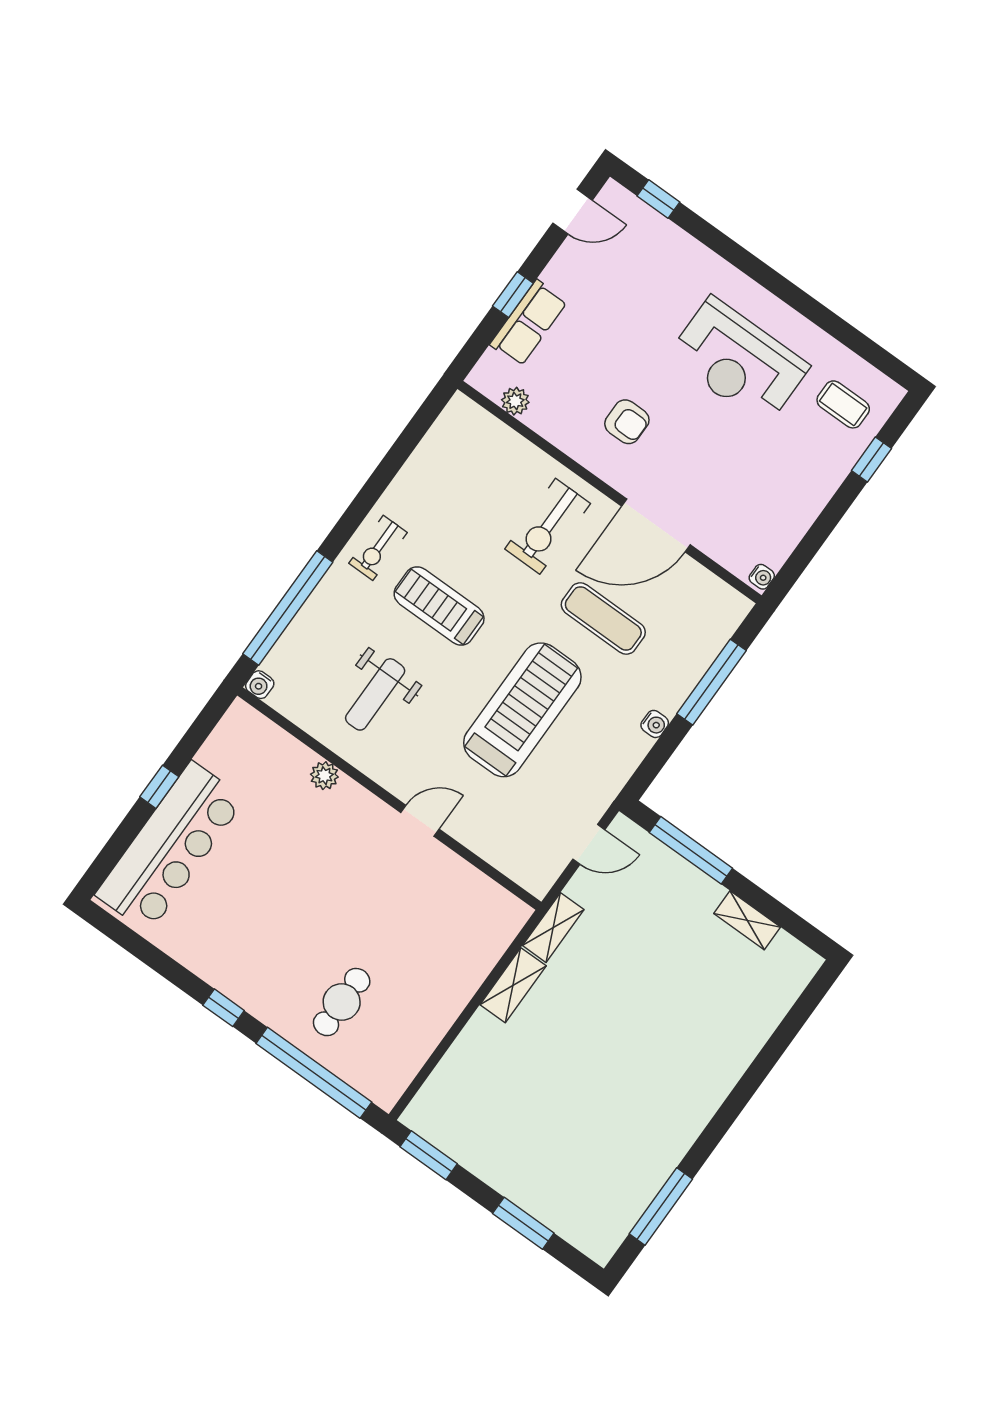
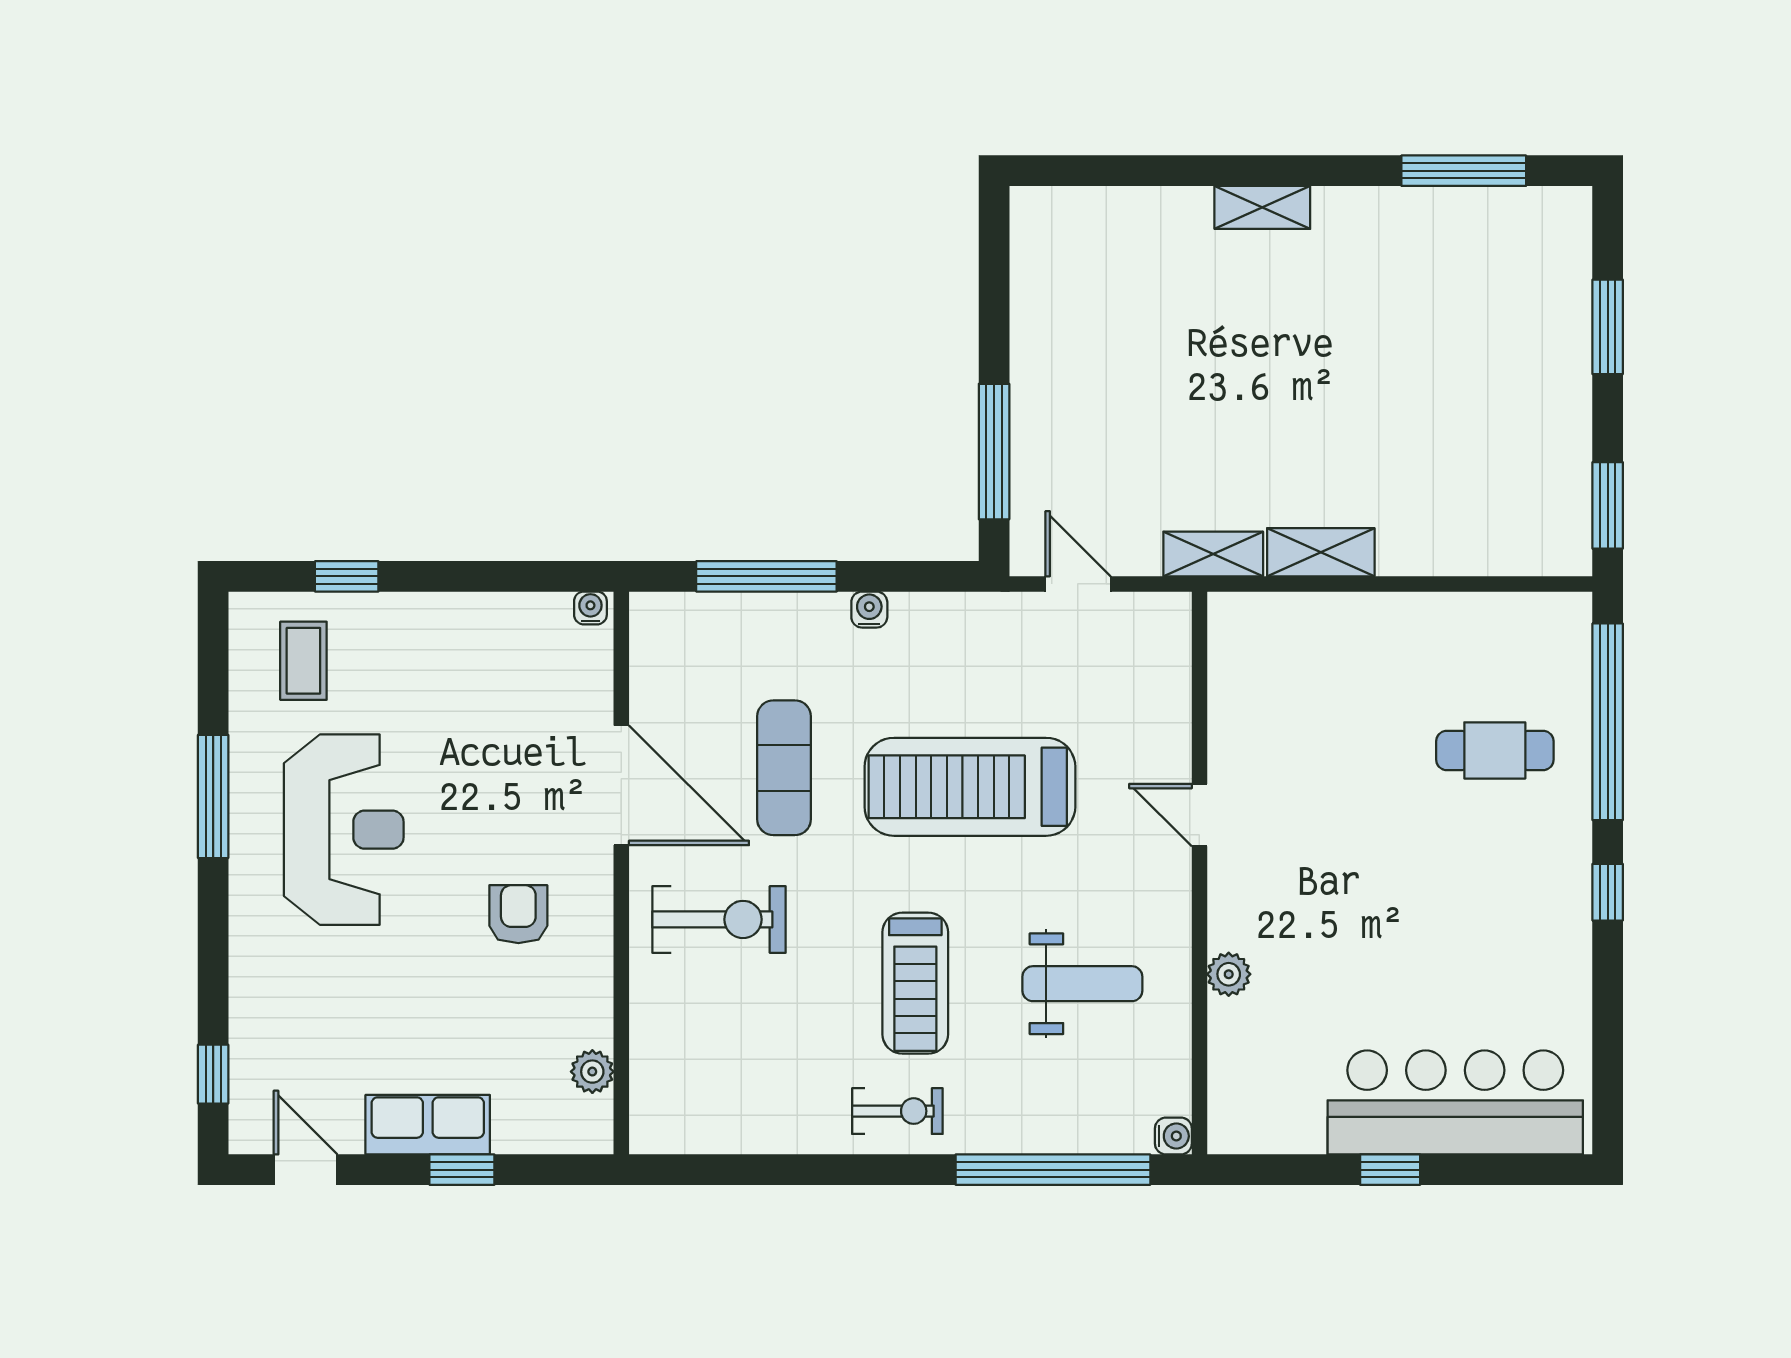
window: (806, 305) -> (213, 796), added
row of seats: (529, 323) -> (428, 1125), moved
shelving: (747, 920) -> (1262, 207), moved, turned 90

